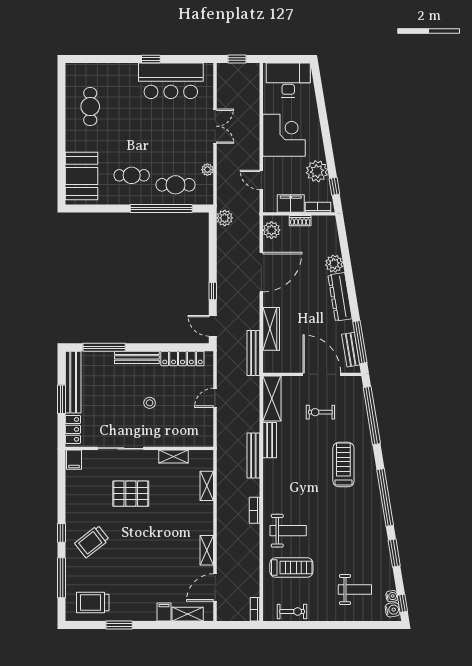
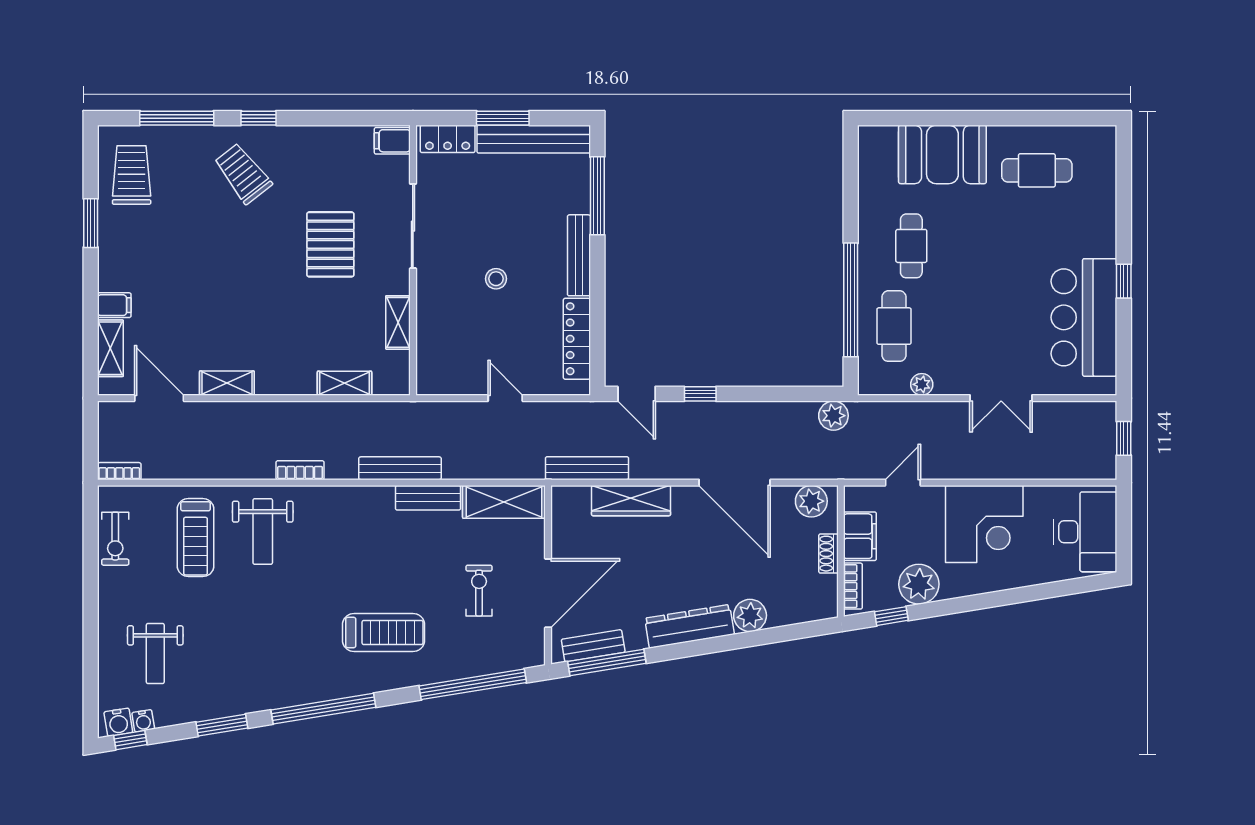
booth: (81, 176) -> (942, 154), moved
door: (213, 326) -> (637, 394), swing flipped

